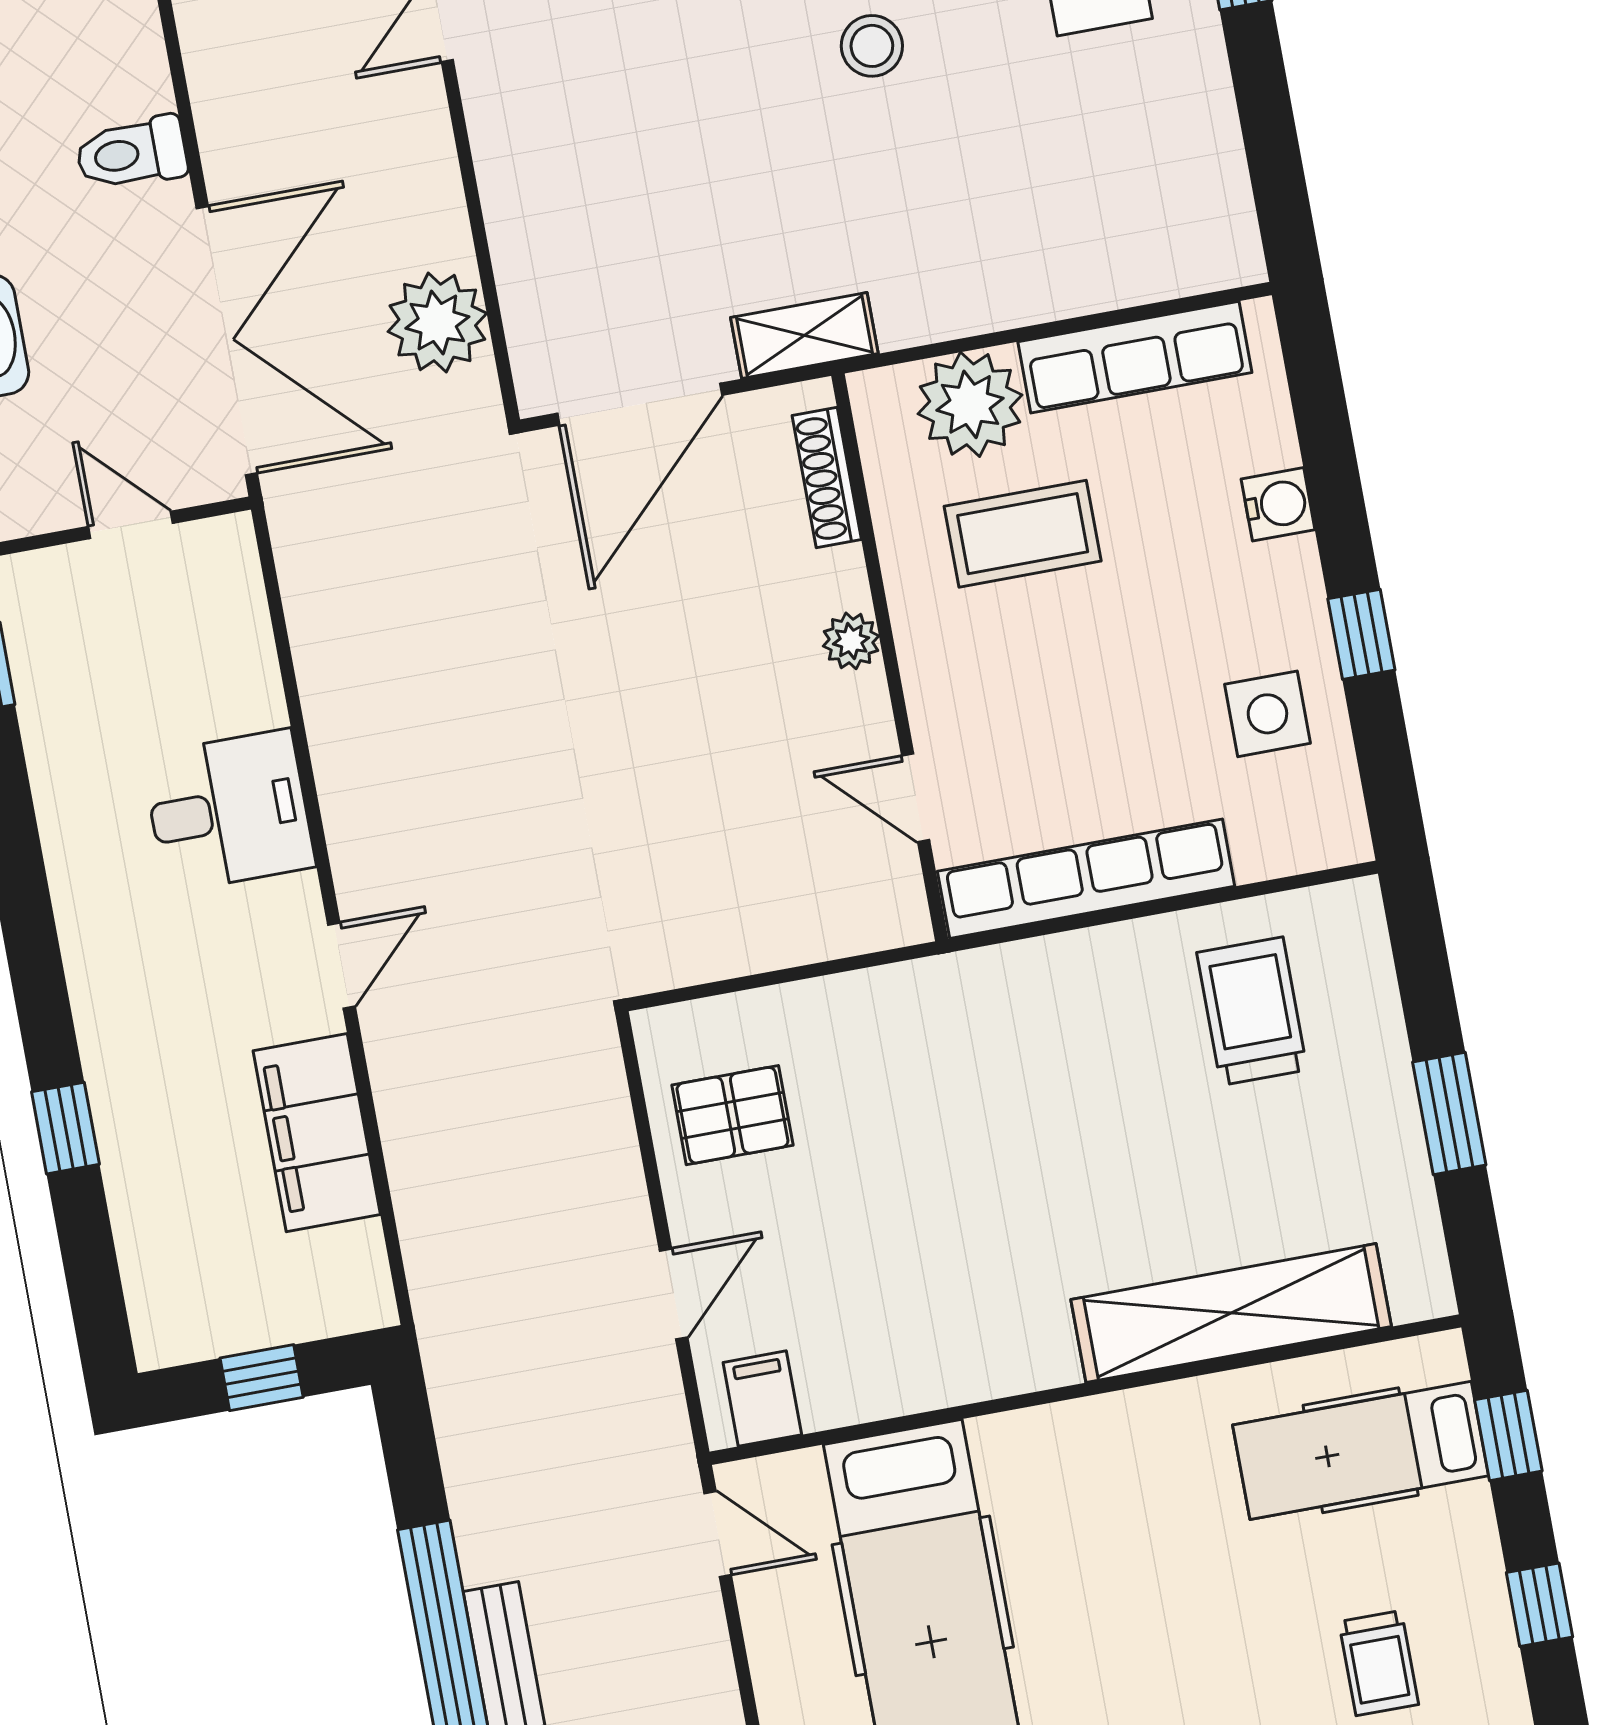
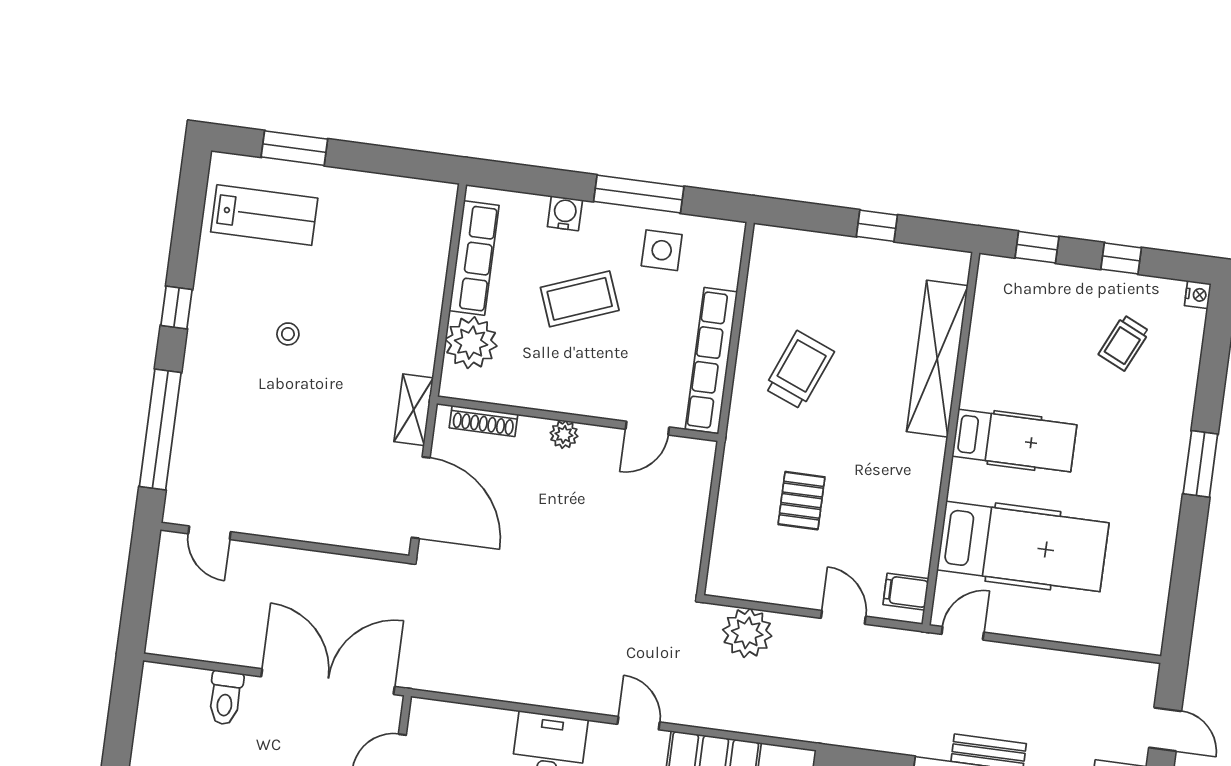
stool: (872, 46) -> (288, 334), width x0.73, depth x0.73
plant: (437, 322) -> (747, 633), moved
coffee table: (1023, 534) -> (580, 299), moved, turned 69
window: (1361, 634) -> (639, 194), width x2.17
trolley: (1252, 1011) -> (799, 370), moved, turned 112
window: (1449, 1114) -> (877, 226), width x0.67
pallet: (732, 1115) -> (801, 501), moved
hospital bed: (1361, 1450) -> (1014, 440), moved, turned -90
trolley: (1379, 1663) -> (1124, 343), turned 115

